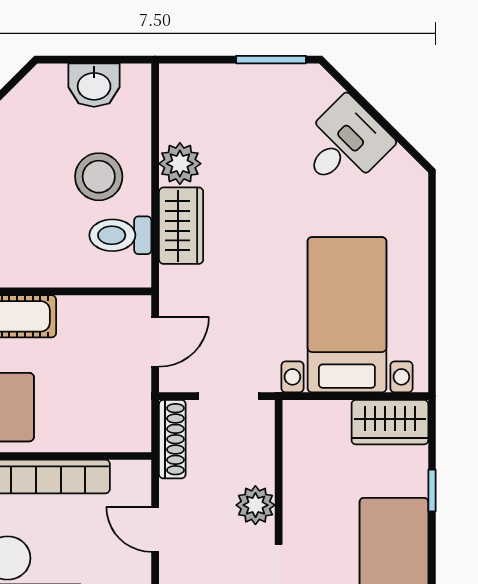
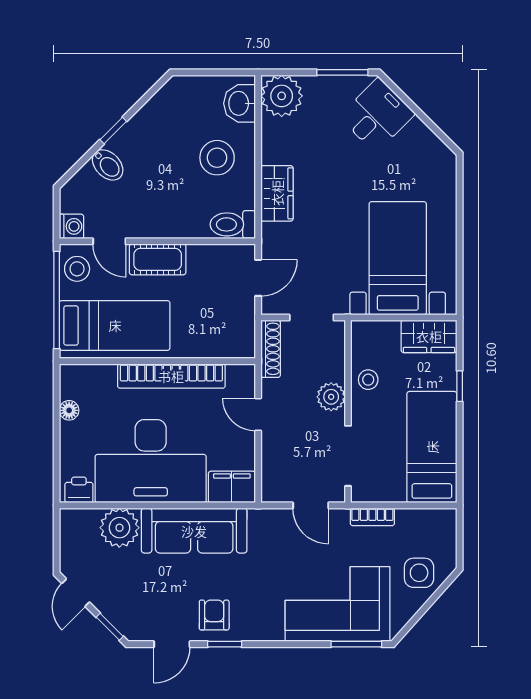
washbasin: (94, 85) -> (240, 103), moved, turned 90
desk: (344, 144) -> (377, 115), moved
plant: (180, 164) -> (282, 96), moved, width x1.36, depth x1.36
toilet: (120, 235) -> (233, 224), moved
stool: (306, 482) -> (368, 380), added

